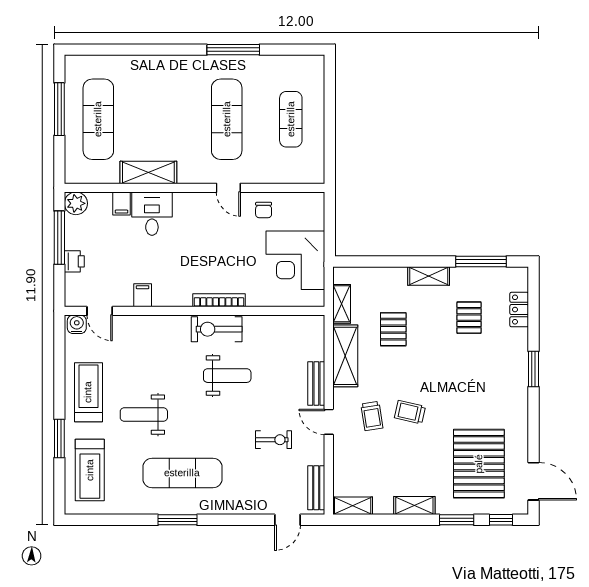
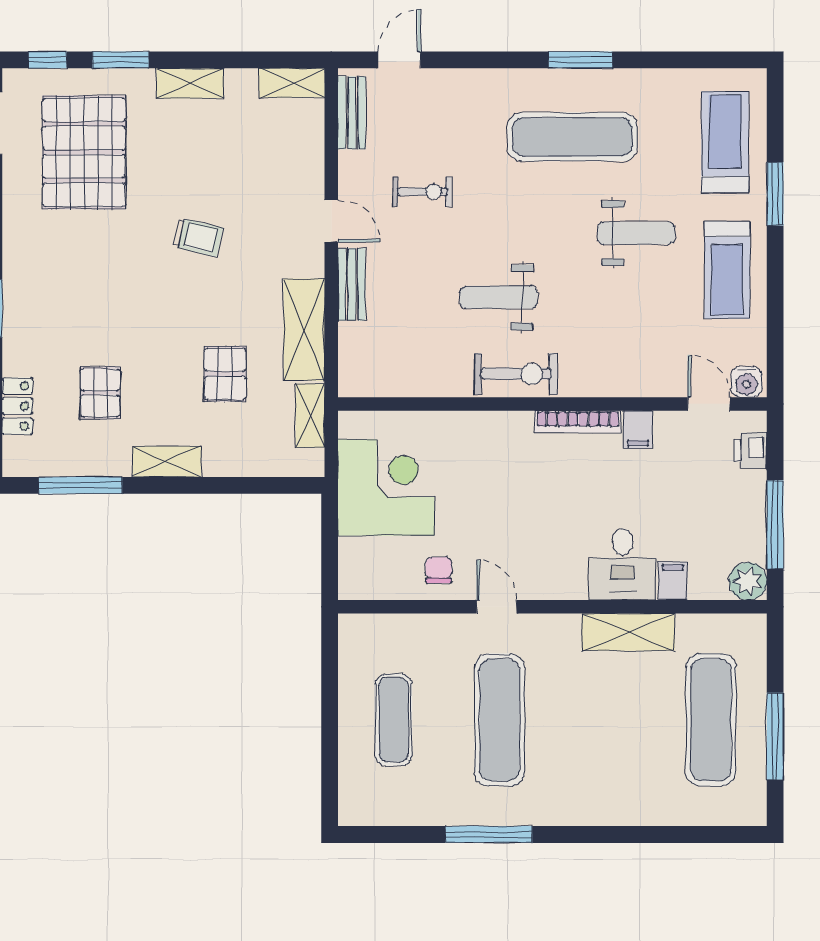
printer: (74, 261) -> (751, 451), moved
bookcase: (219, 300) -> (578, 422), moved
trolley: (372, 416) -> (260, 231), removed
exercise bike: (274, 440) -> (422, 192), turned 180

